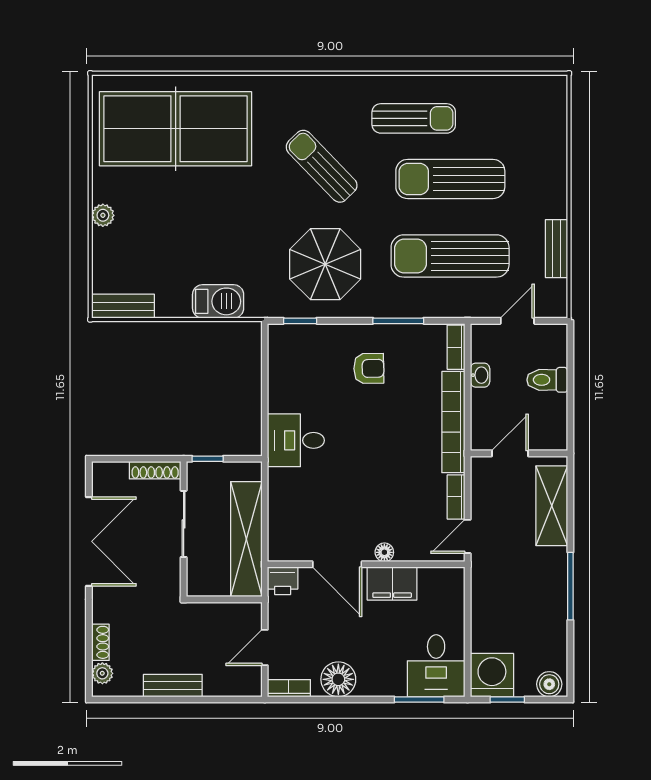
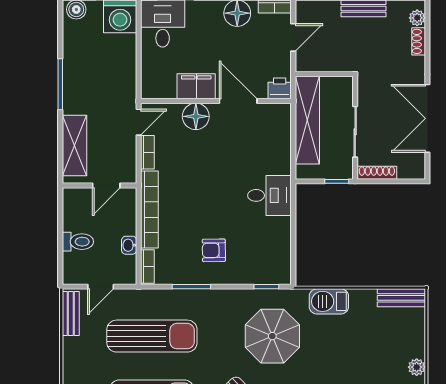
bench: (557, 249) -> (71, 313), moved
parasol: (325, 264) -> (272, 336), moved
floor lamp: (384, 552) -> (196, 116), width x1.89, depth x1.89

